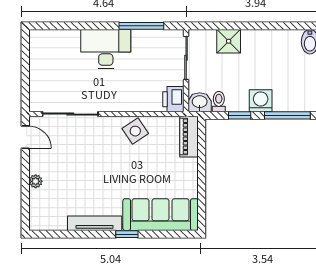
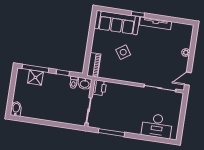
shower: (229, 41) -> (35, 77), moved
desk: (106, 49) -> (157, 126), moved
washing machine: (261, 101) -> (50, 79), removed
side table: (135, 131) -> (123, 52), moved
door: (25, 137) -> (188, 79), hinge flipped

